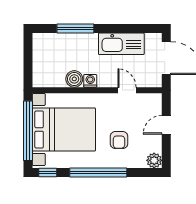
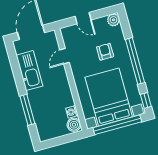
boiler: (74, 79) -> (74, 125), moved
washing machine: (90, 81) -> (72, 112), moved
armchair: (119, 140) -> (105, 52), turned -90

